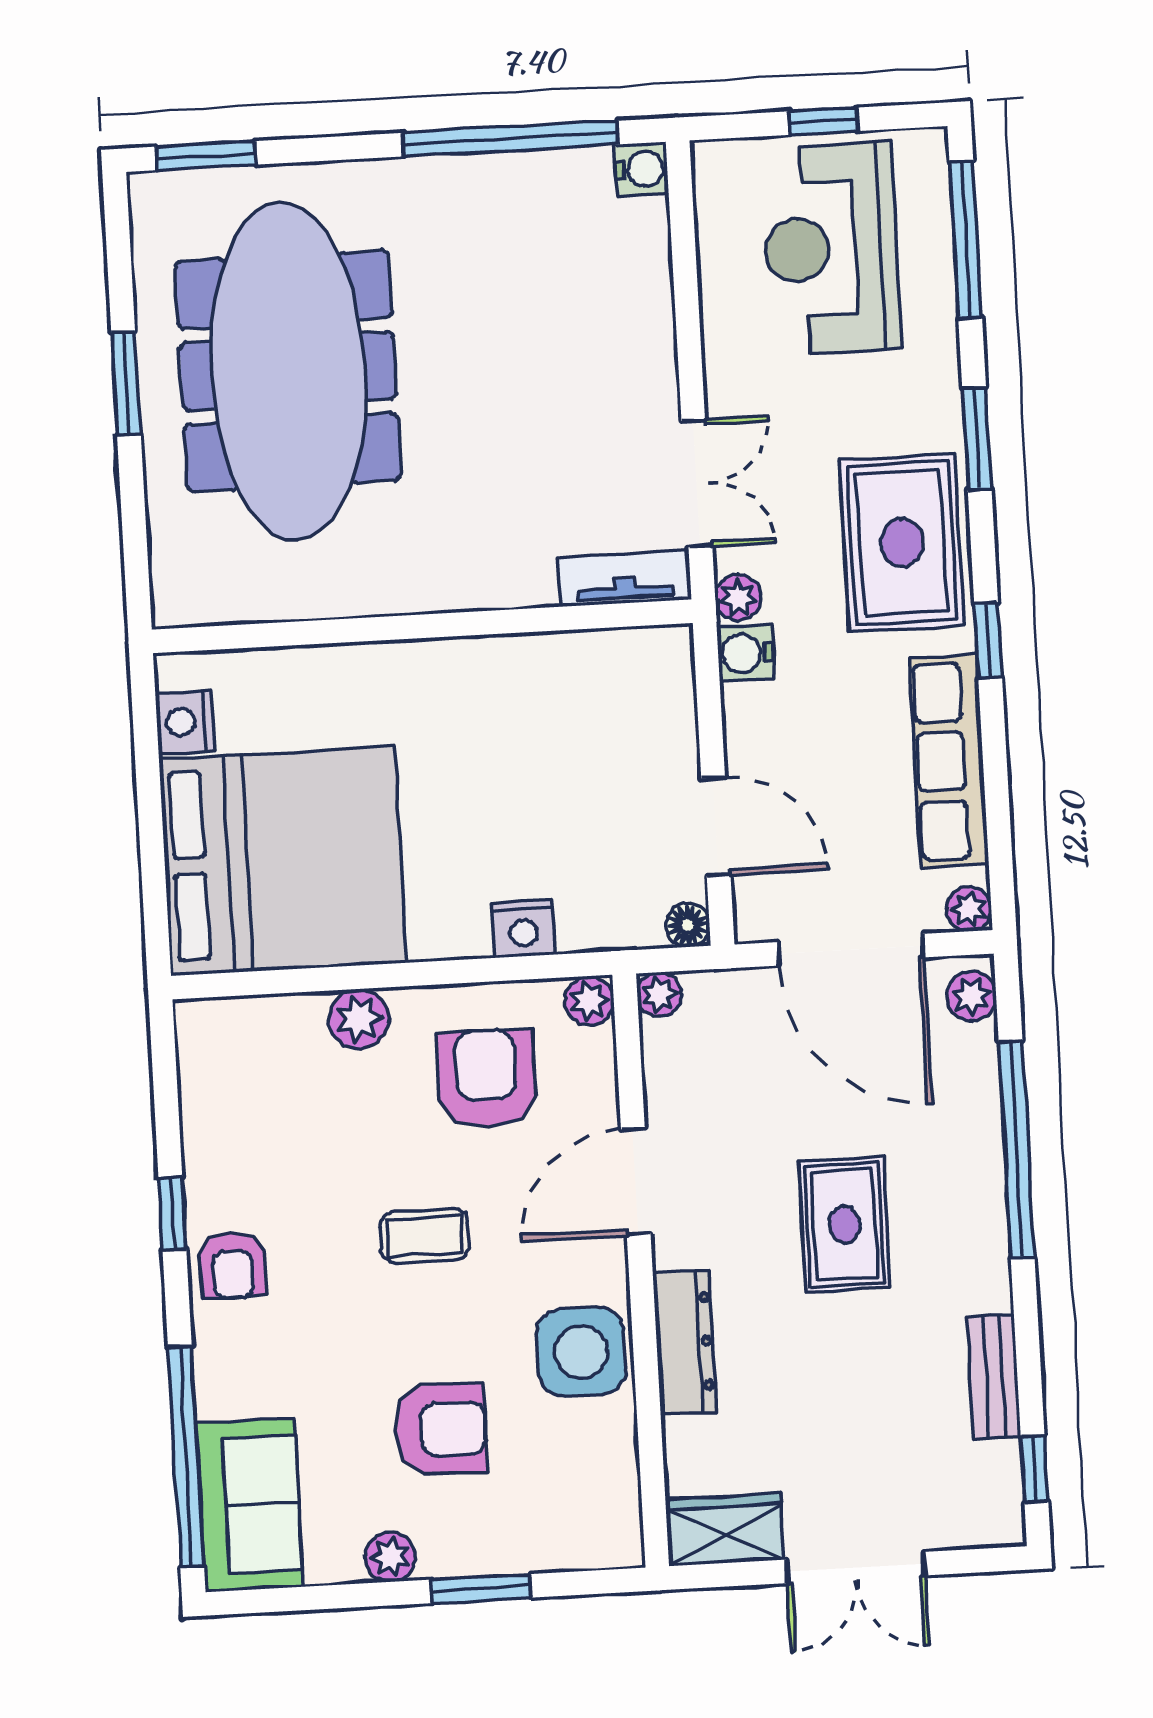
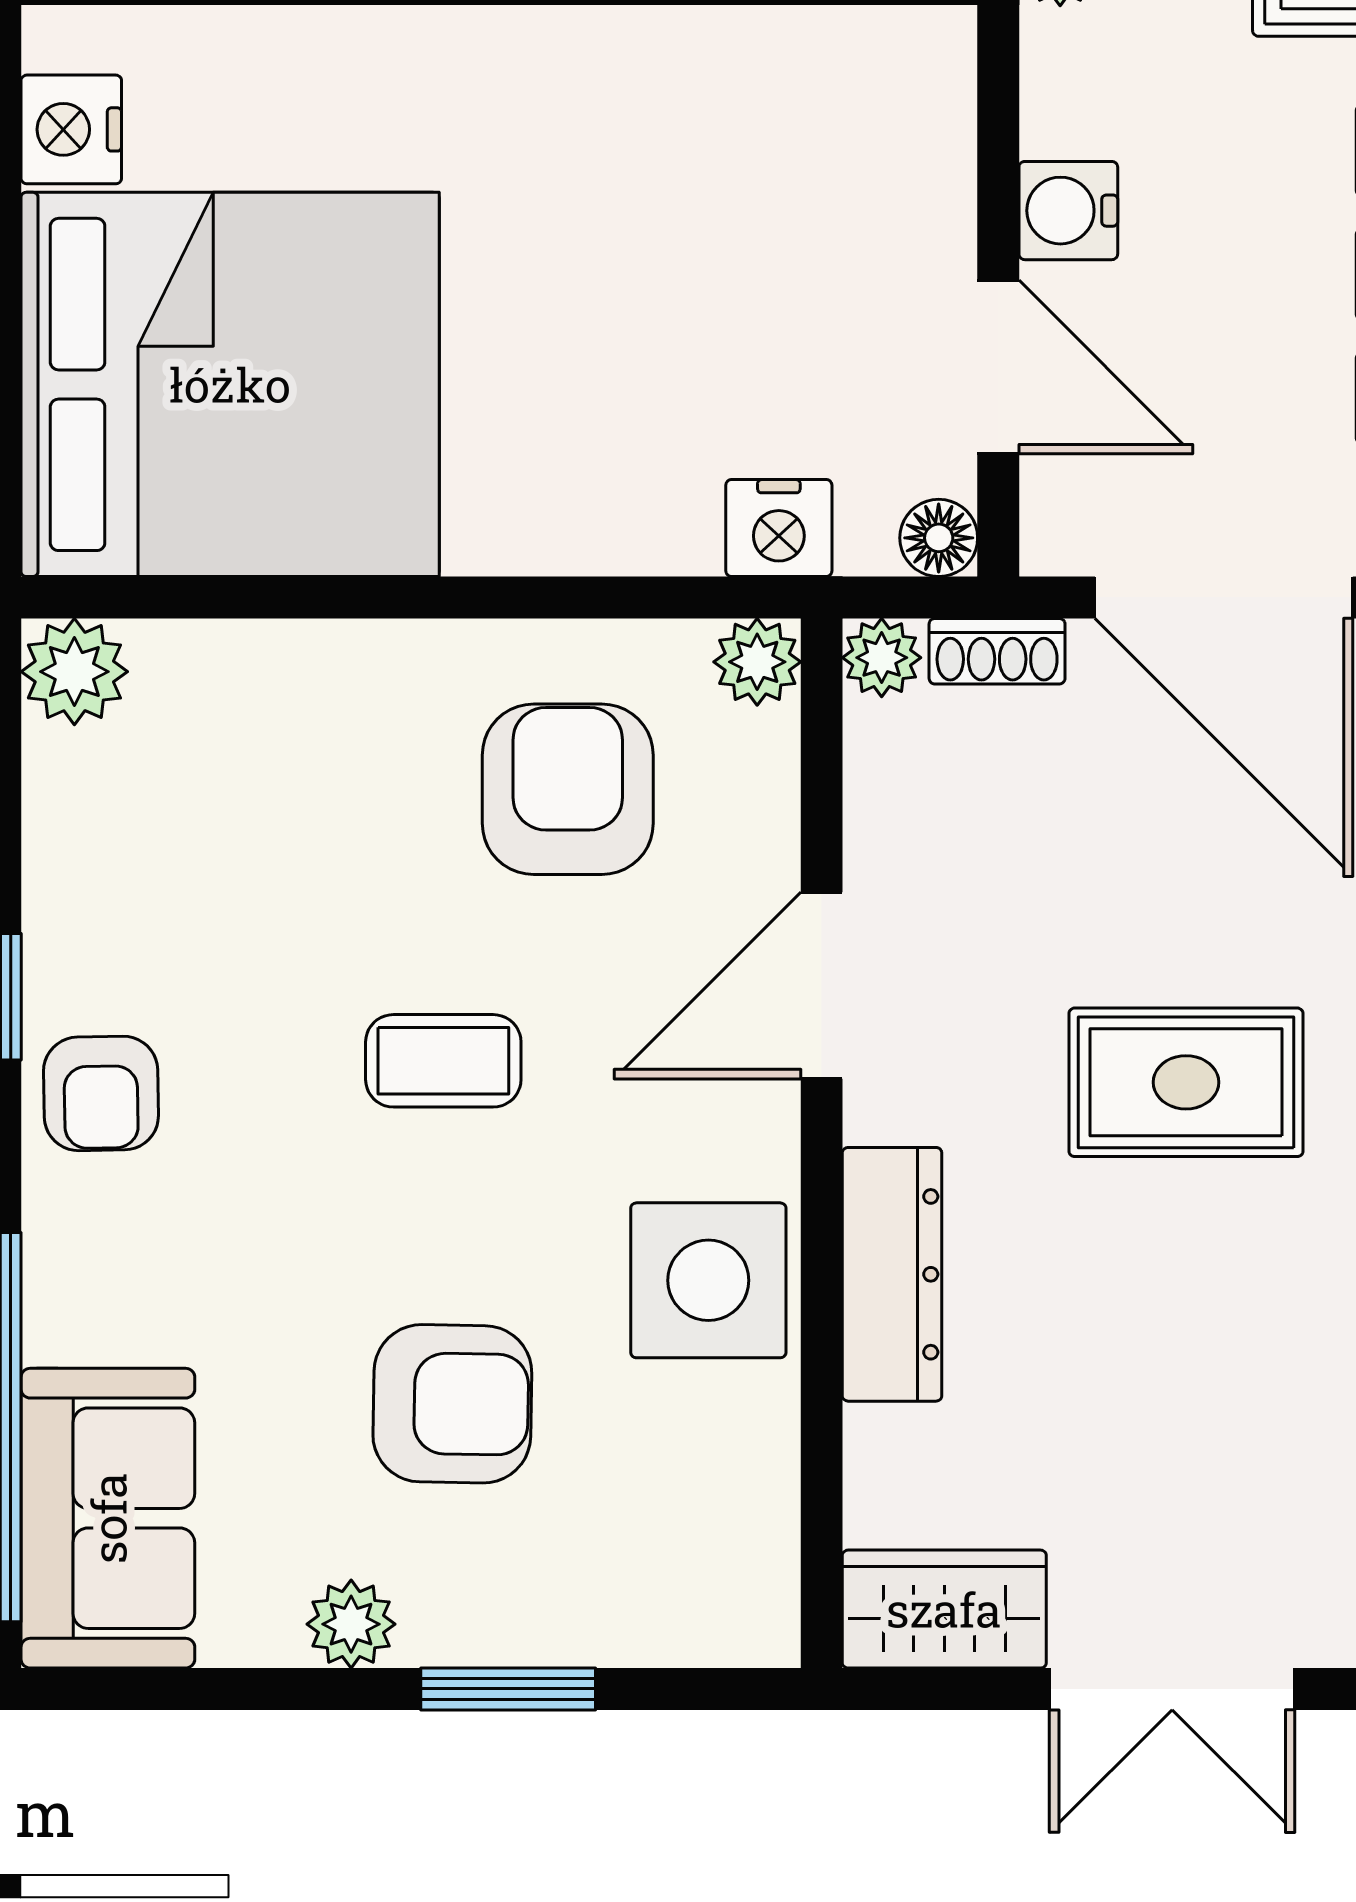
water cooler: (746, 653) -> (1068, 211), moved
nightstand: (523, 929) -> (779, 528), moved
shoe rack: (724, 987) -> (997, 651), added
plant: (359, 1019) -> (74, 672), moved
rug: (845, 1225) -> (1186, 1082), turned 90

